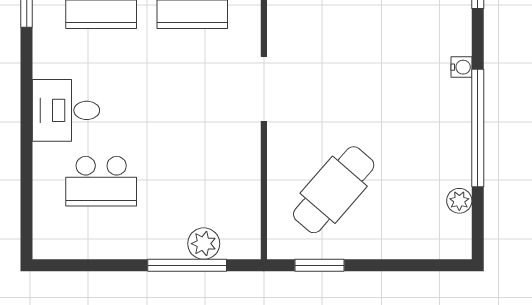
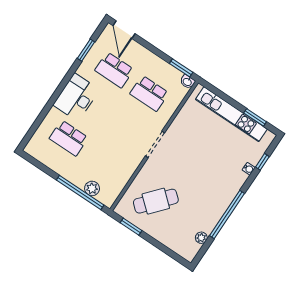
water cooler: (461, 67) -> (249, 169), moved
desk: (66, 110) -> (76, 97), width x1.37
window: (187, 265) -> (80, 193), width x1.46

